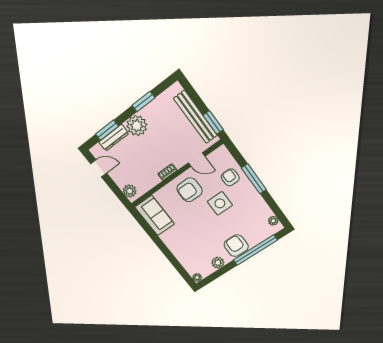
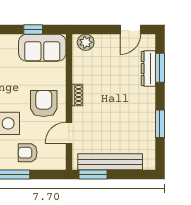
plant: (137, 126) -> (143, 100), removed
armchair: (230, 177) -> (28, 153), turned 180
window: (148, 229) -> (33, 29), added

